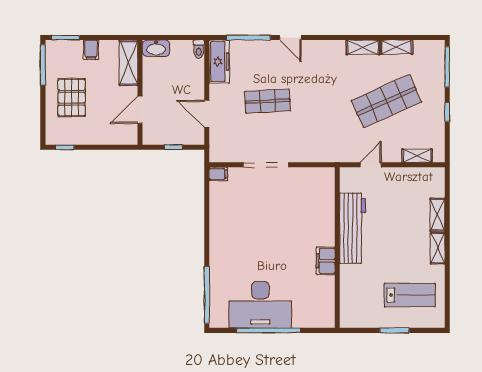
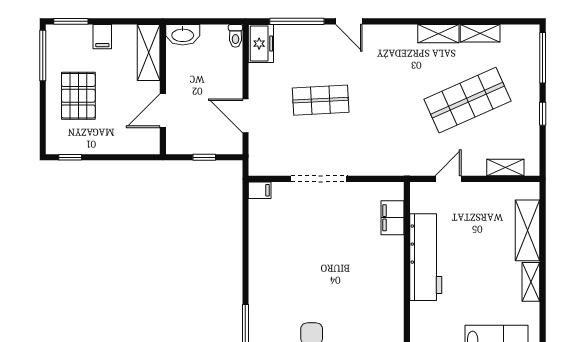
freezer: (219, 62) -> (261, 44), width x0.71
shelving: (437, 215) -> (527, 230), width x1.50, depth x1.33
filing cabinet: (326, 261) -> (393, 218), moved

